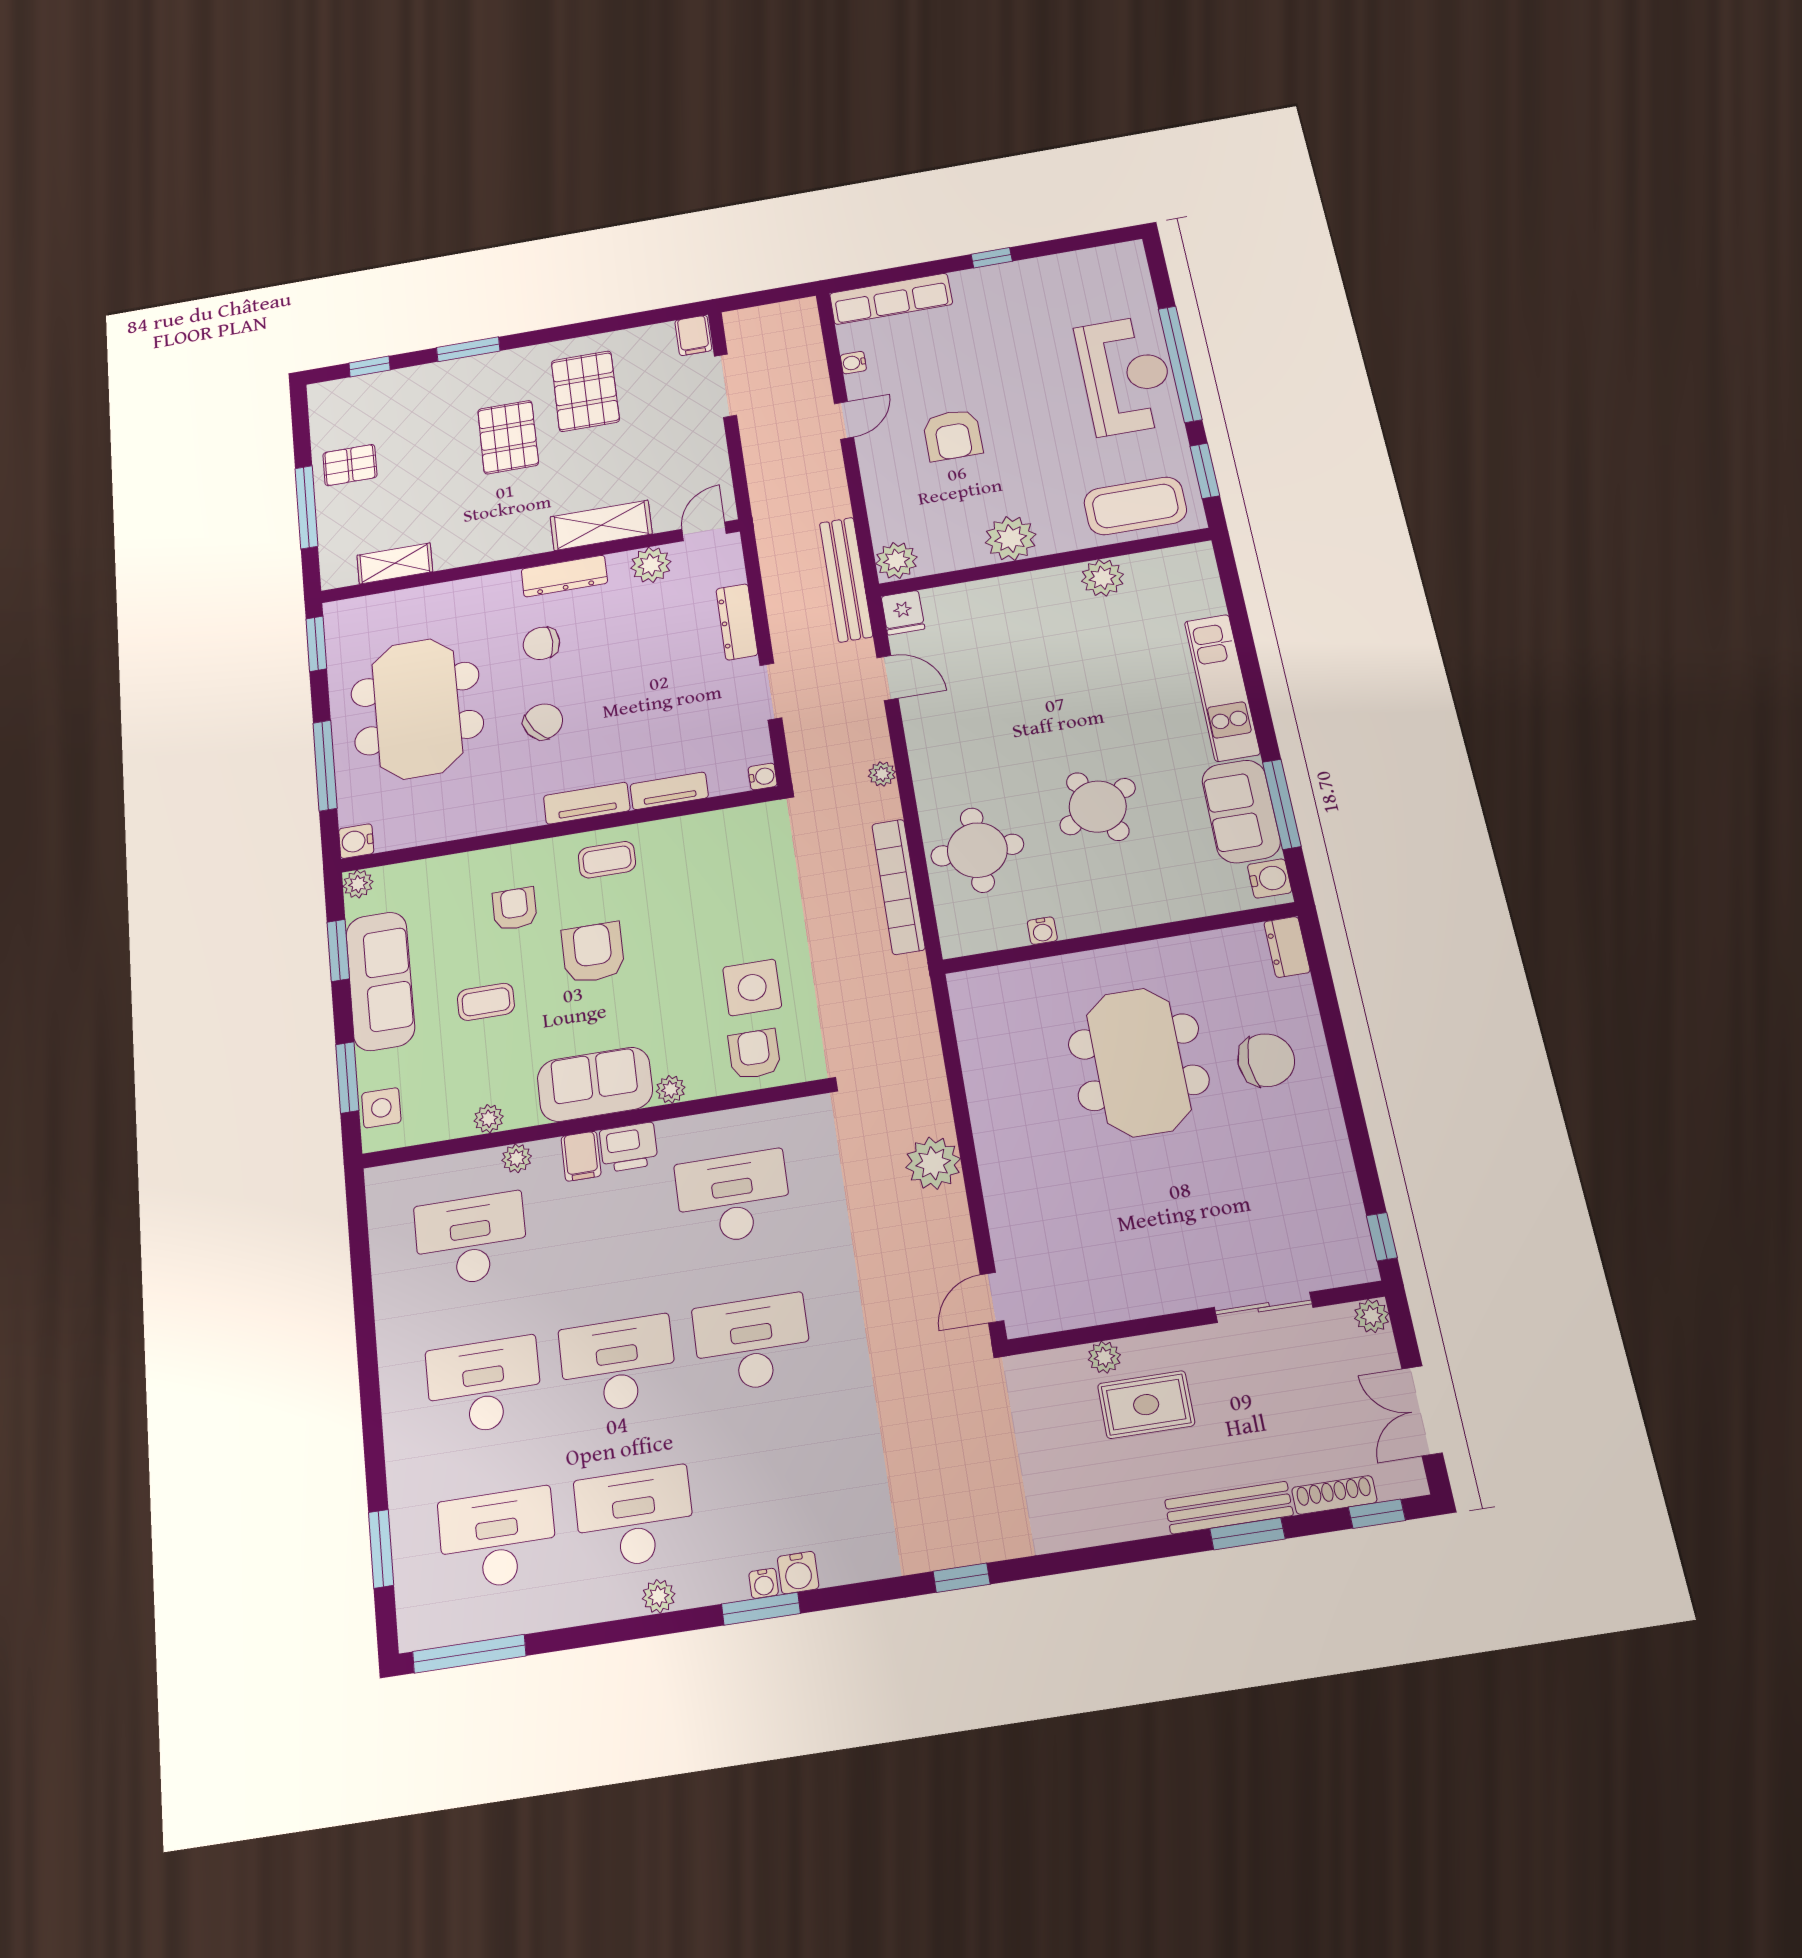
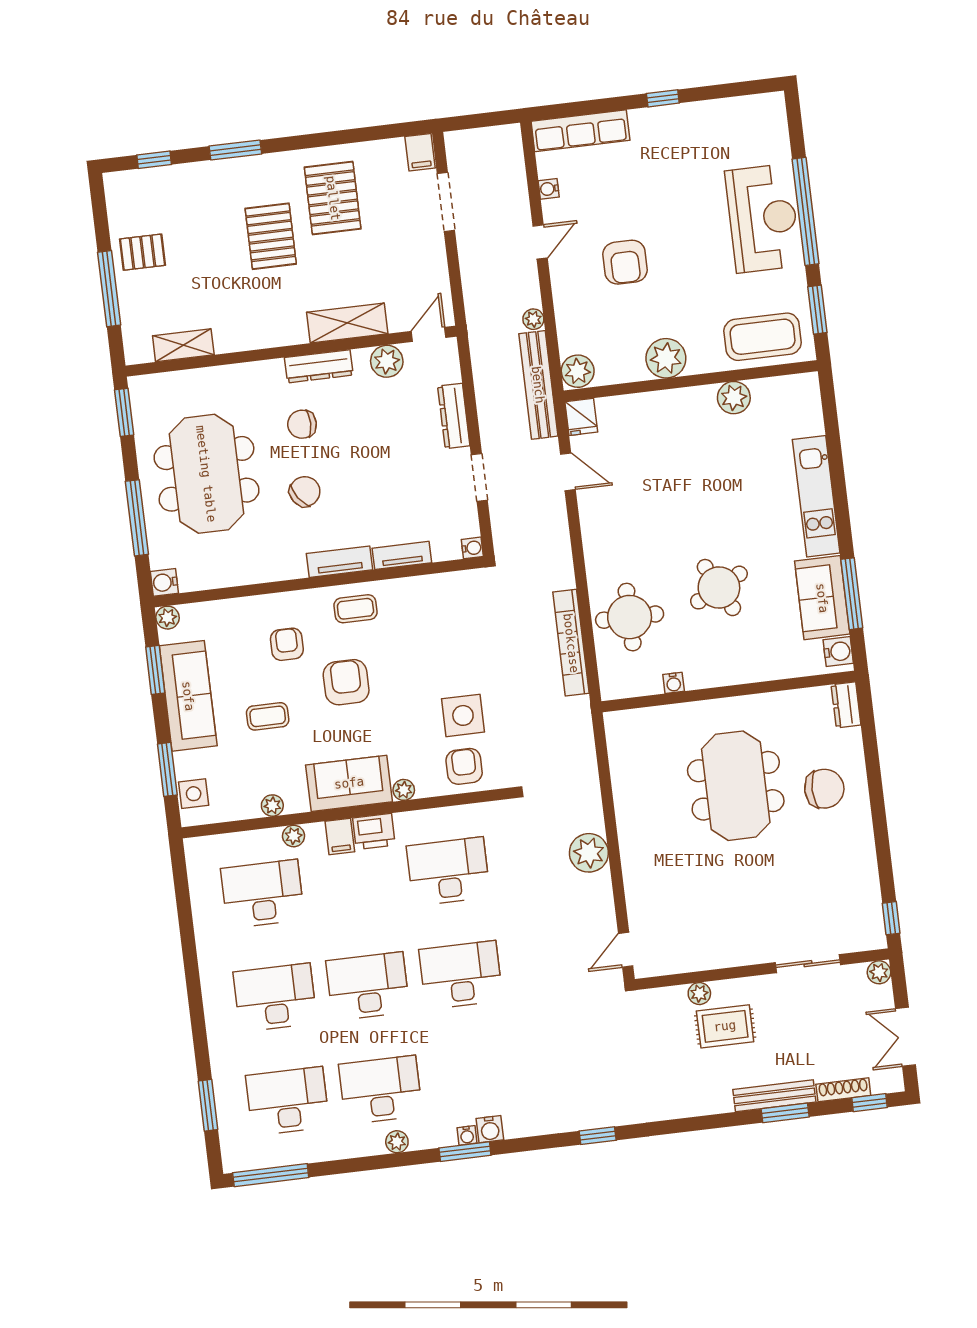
plant: (882, 774) -> (533, 319), moved

